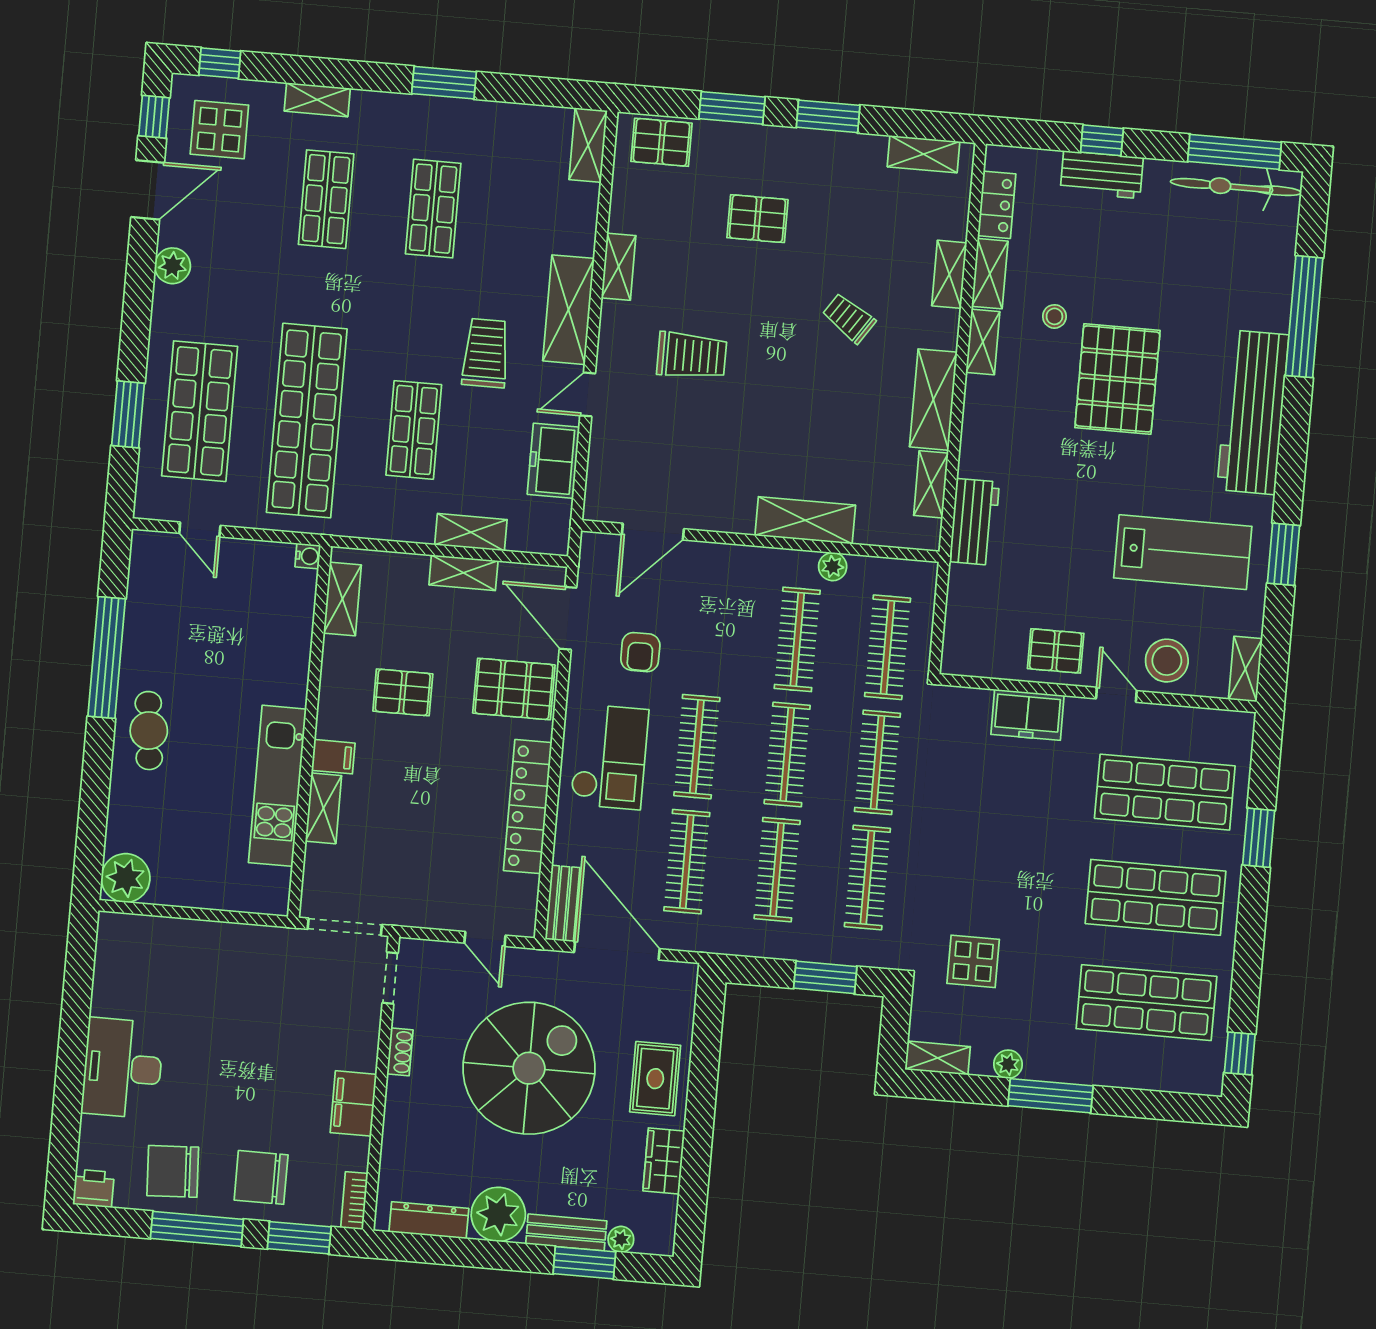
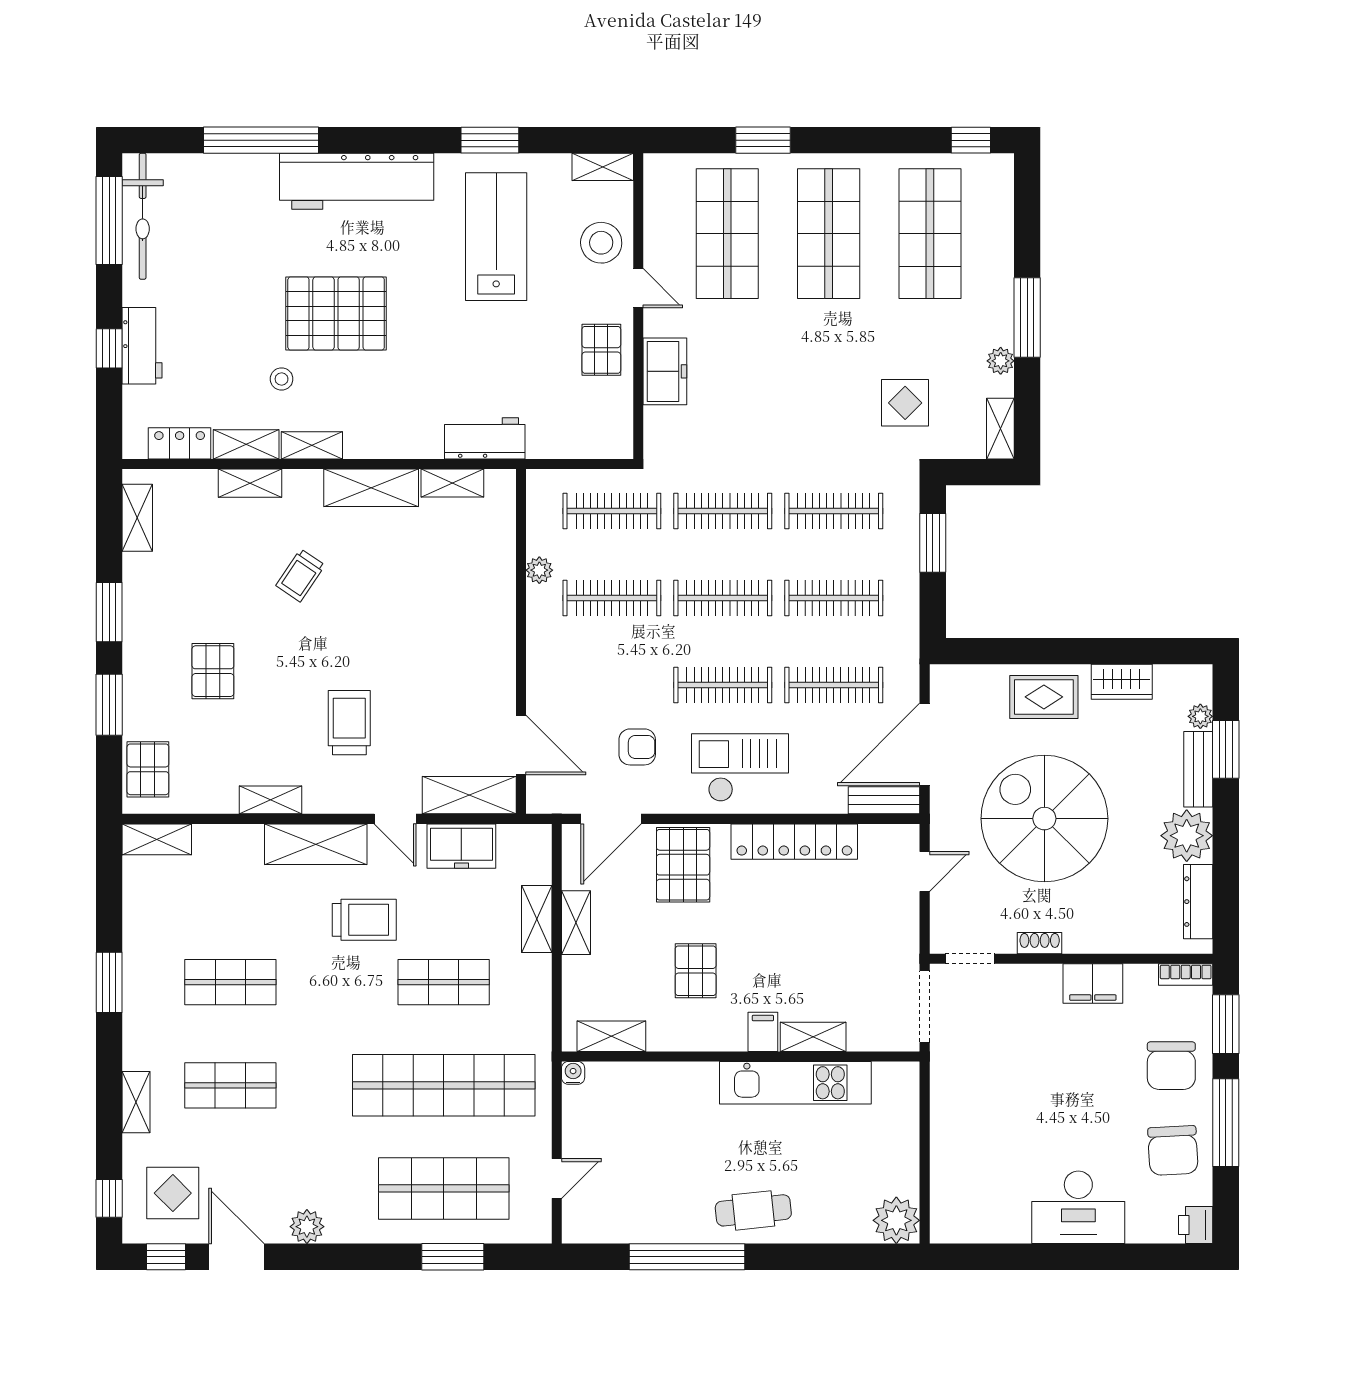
trolley: (486, 353) -> (364, 920), turned 180
shelving: (805, 520) -> (469, 795), moved, turned 90
door: (1116, 695) -> (638, 288), swing flipped

